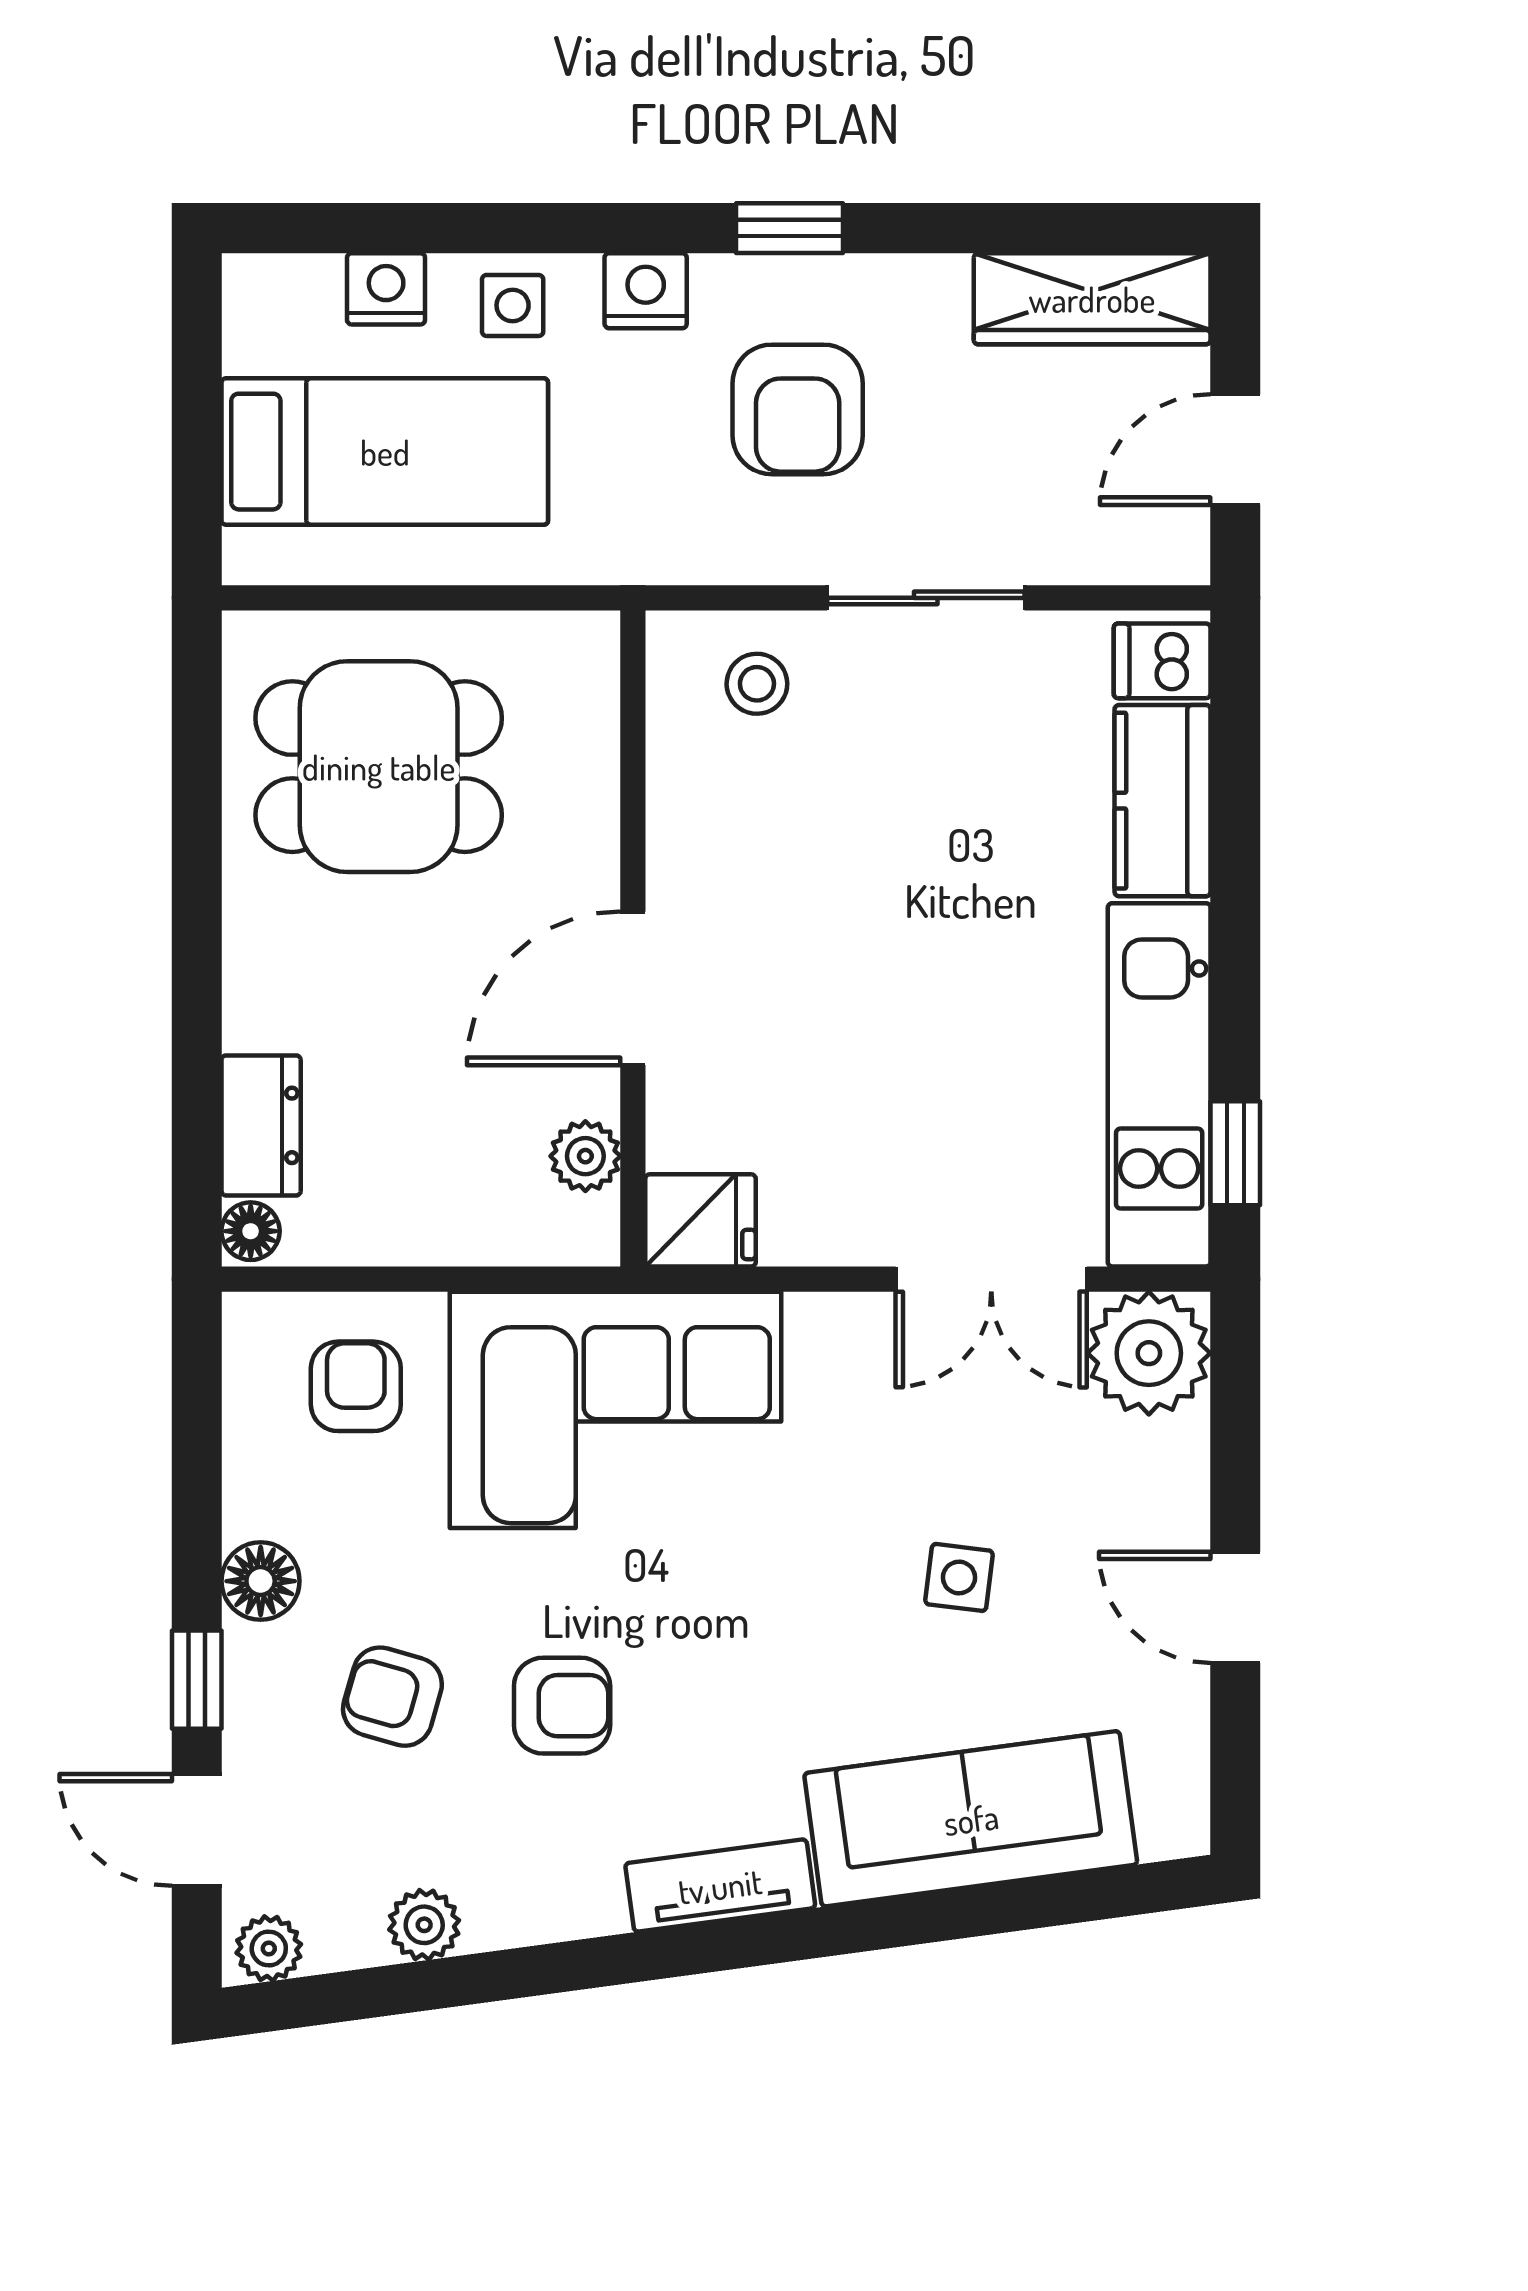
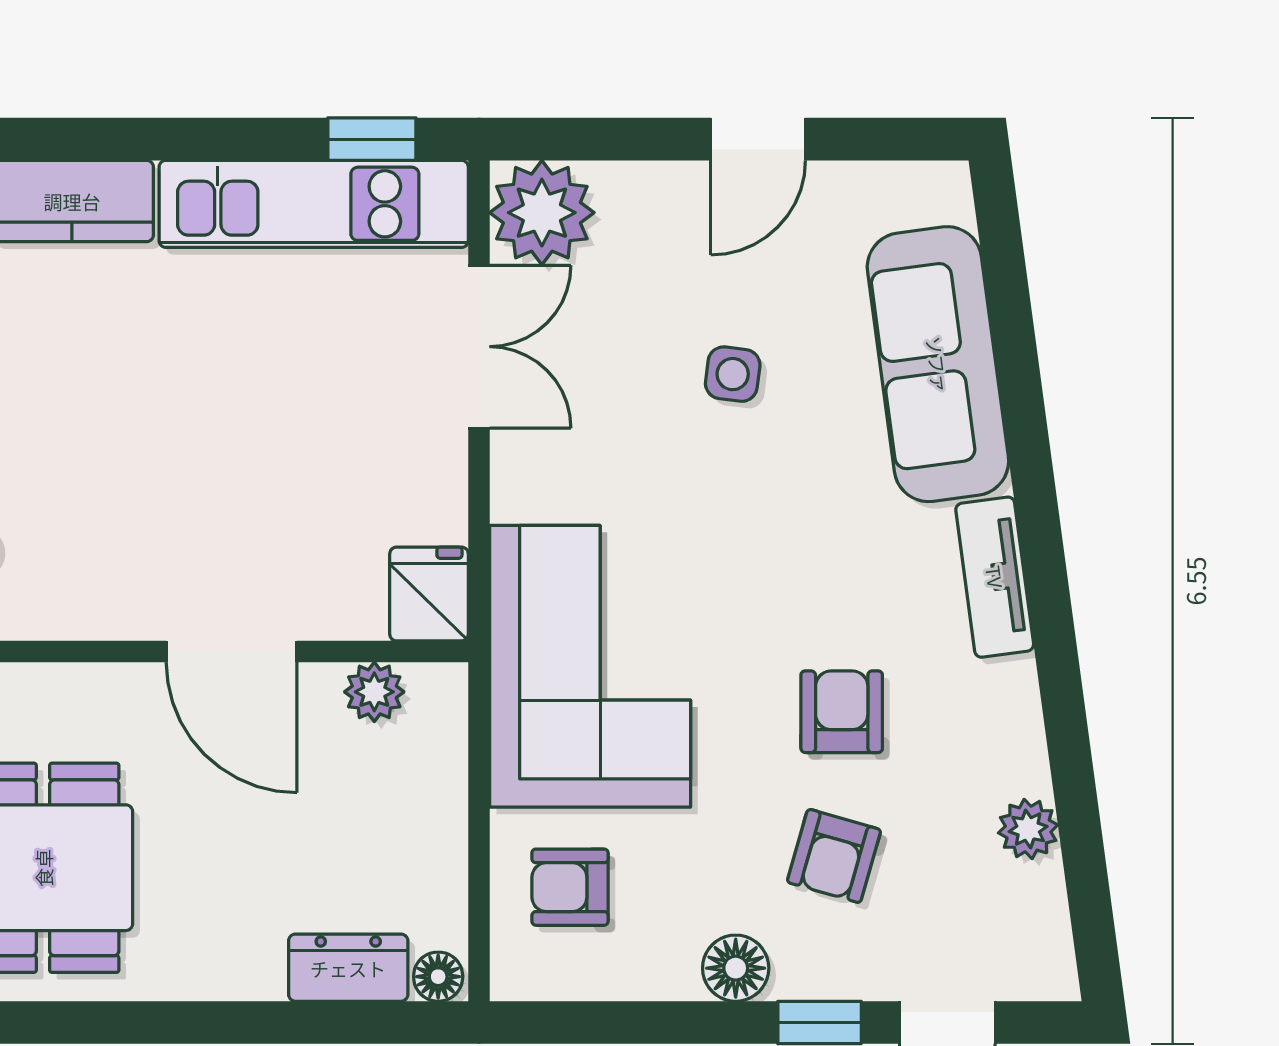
plant: (269, 1949) -> (1048, 961), removed

